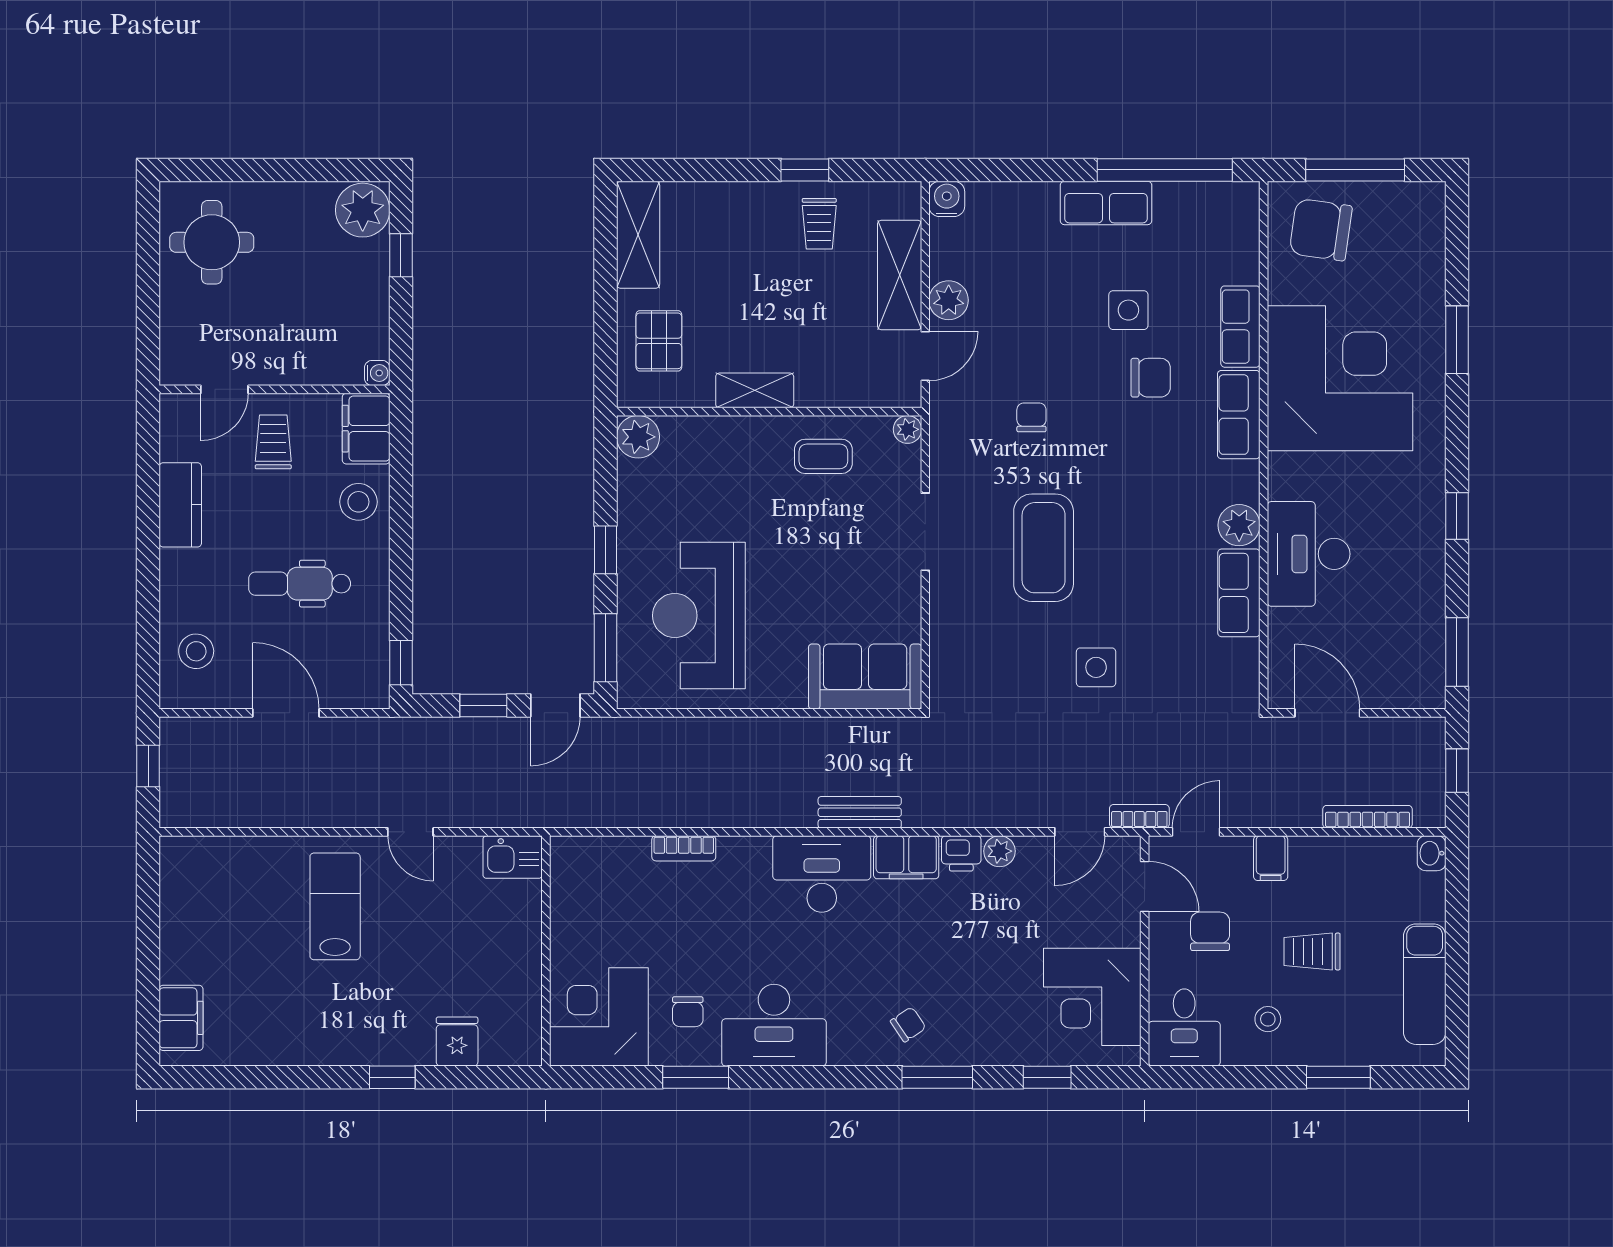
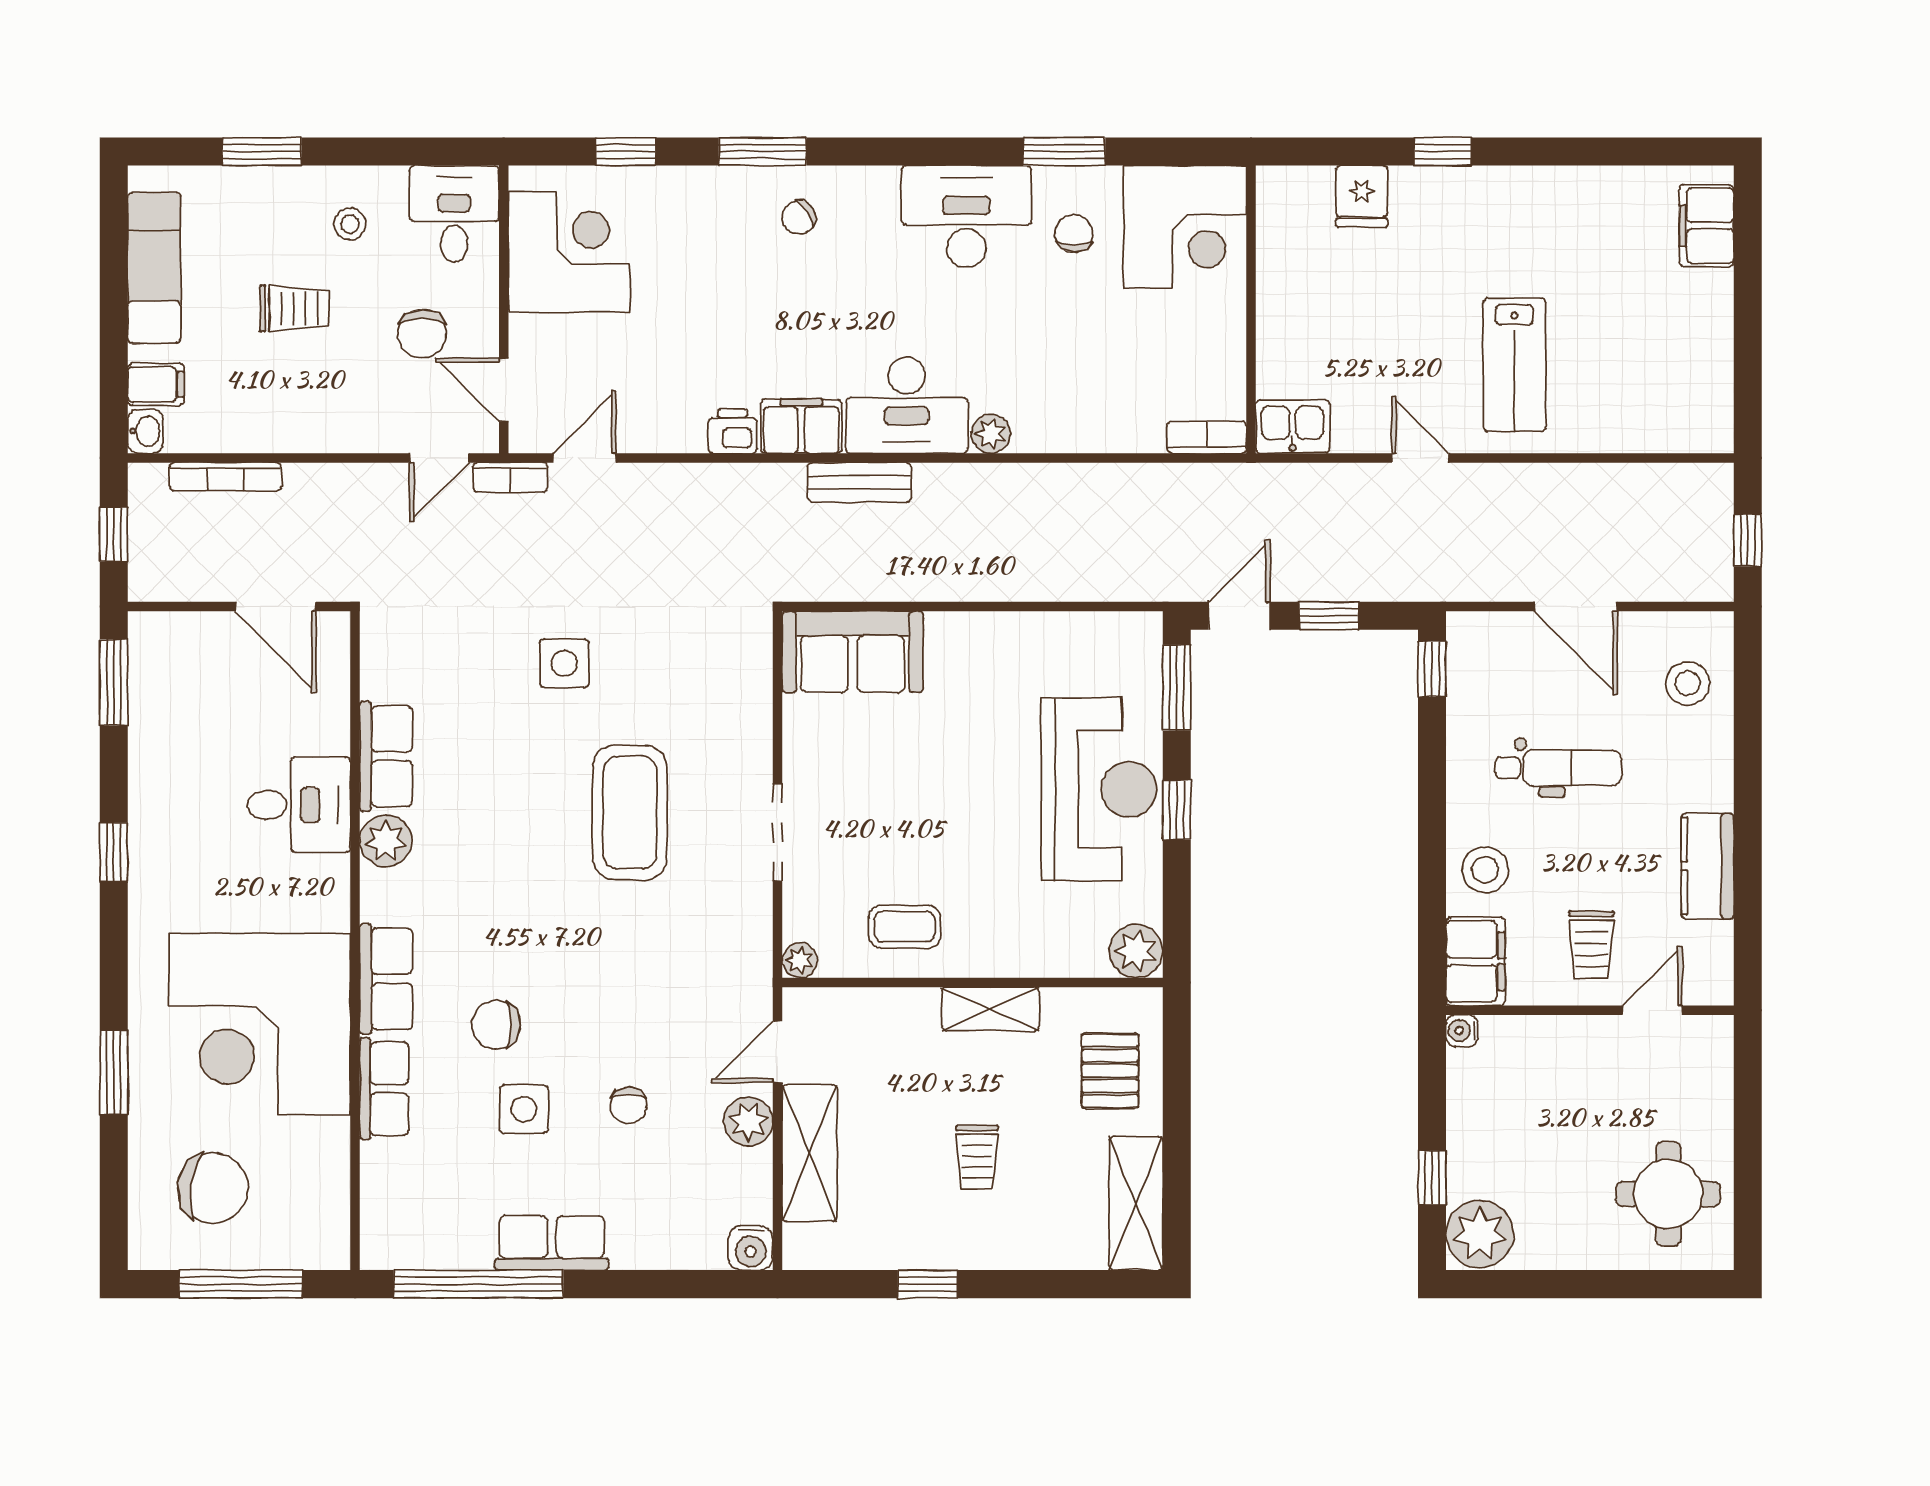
trolley: (819, 224) -> (977, 1157), moved, turned 180
chair: (1321, 230) -> (213, 1188), moved
chair: (1031, 417) -> (628, 1106), moved
desk: (1309, 554) -> (299, 805), width x0.73
reception desk: (699, 616) -> (1099, 789), moved
bookcase: (684, 848) -> (1207, 437), moved
plant: (999, 851) -> (991, 434), moved
filing cabinet: (1271, 858) -> (156, 384), moved, turned 90

